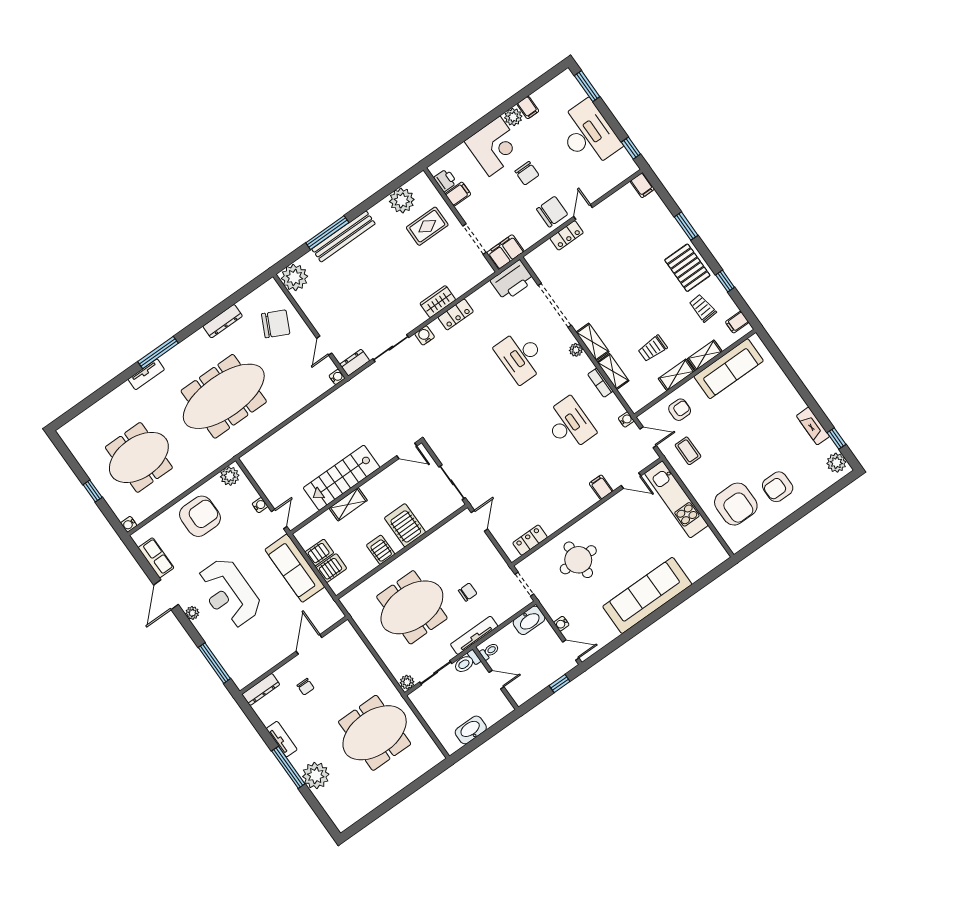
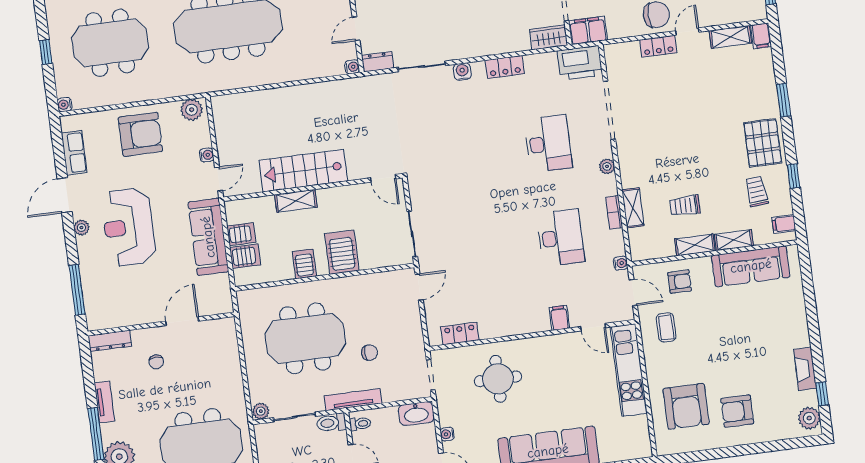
wardrobe: (438, 302) -> (549, 37), moved
shelving: (592, 342) -> (730, 37), moved, turned 90
desk: (521, 356) -> (548, 144), turned 180

